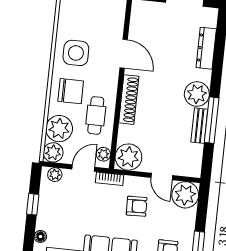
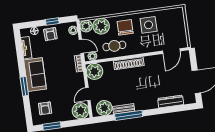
door: (124, 54) -> (171, 51), moved
chair: (71, 91) -> (125, 27), turned 180
plant: (197, 94) -> (104, 108), moved
armchair: (137, 206) -> (50, 34), moved

